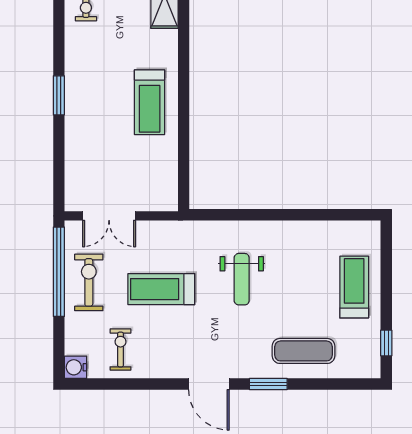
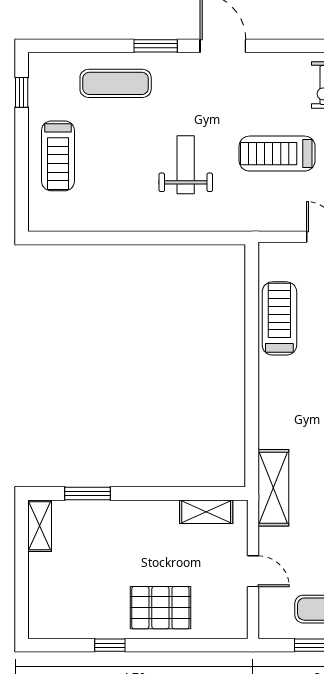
treadmill: (150, 102) -> (279, 318), moved
treadmill: (161, 289) -> (277, 154), turned 180

